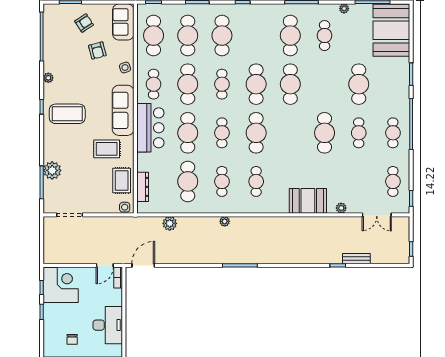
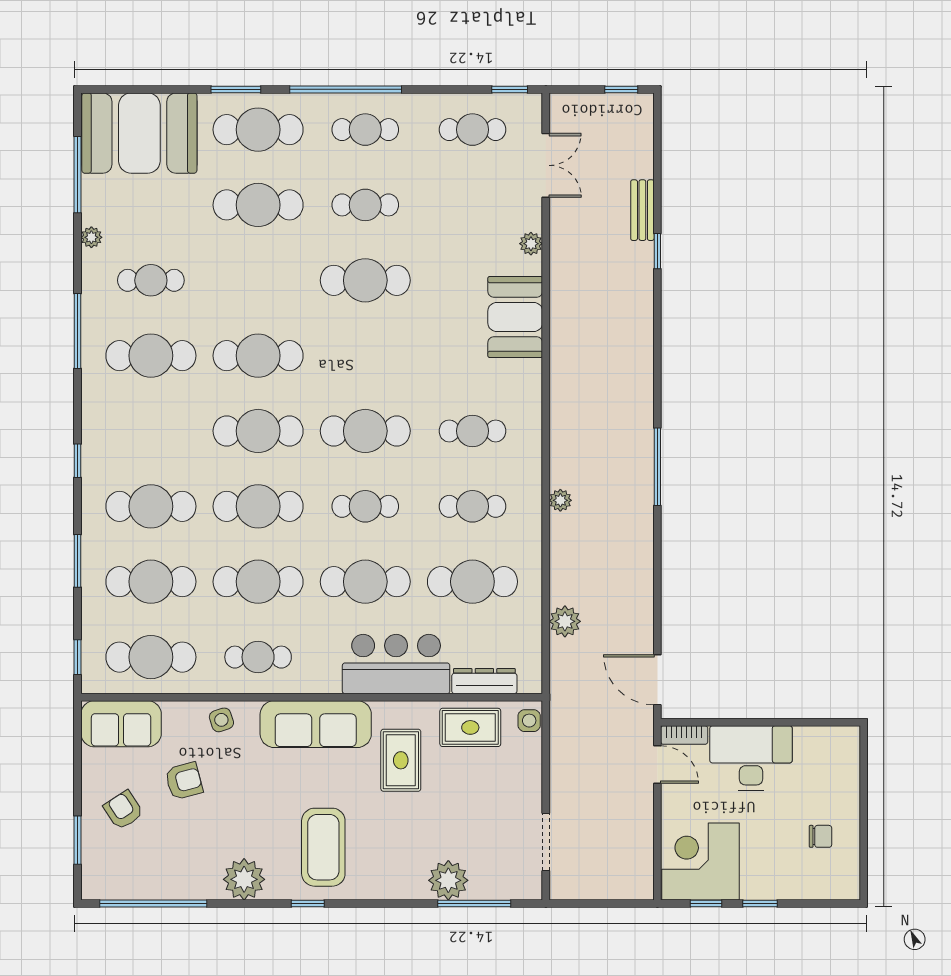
plant: (48, 78) -> (244, 879), width x1.87, depth x1.87
cafe table: (222, 84) -> (258, 506), width x1.37, depth x1.35
cafe table: (393, 84) -> (258, 130), added
bar counter: (150, 128) -> (396, 664), moved
desk: (108, 325) -> (751, 758), moved

